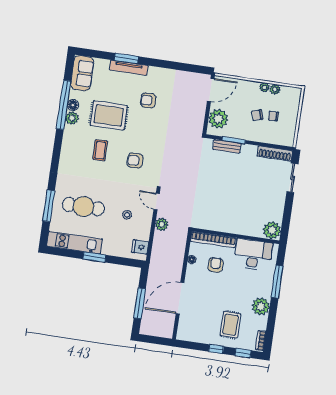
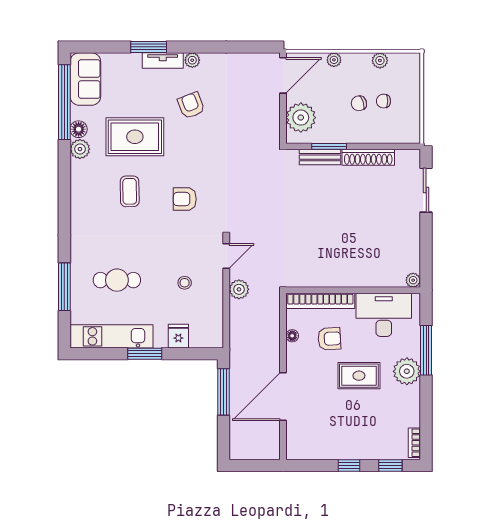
tv unit: (129, 68) -> (163, 60), width x0.71
plant: (153, 71) -> (192, 60), added
plant: (264, 87) -> (334, 60), moved
armchair: (148, 100) -> (191, 105), turned 71
window: (64, 105) -> (64, 102), moved
shoe rack: (275, 153) -> (368, 157), moved
door: (157, 201) -> (226, 256), swing flipped
cafe table: (83, 207) -> (117, 280), width x0.73, depth x0.74
plant: (272, 230) -> (413, 280), width x0.53, depth x0.53
fridge: (140, 247) -> (178, 336), moved, turned 90
armchair: (216, 265) -> (329, 339), turned 87
window: (140, 303) -> (223, 392), moved
plant: (261, 306) -> (407, 371), moved
rug: (230, 325) -> (359, 376), moved, turned 90

